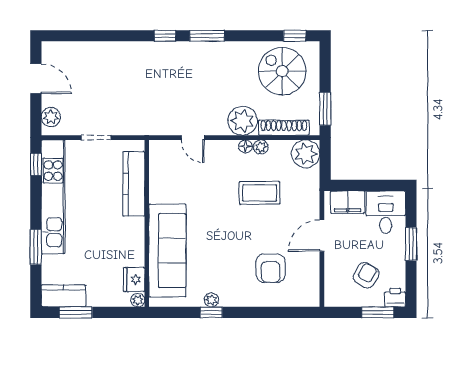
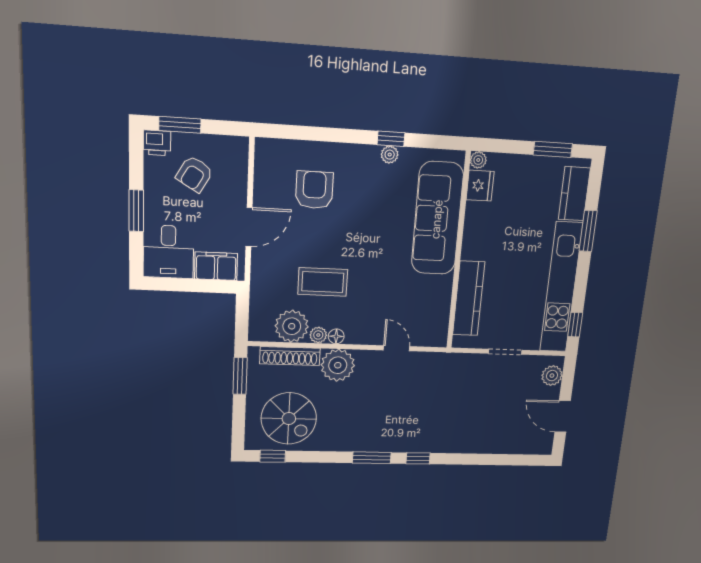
plant: (306, 154) -> (292, 326), moved
kitchen counter: (63, 296) -> (574, 194), moved, turned 90

